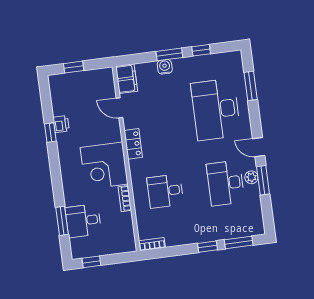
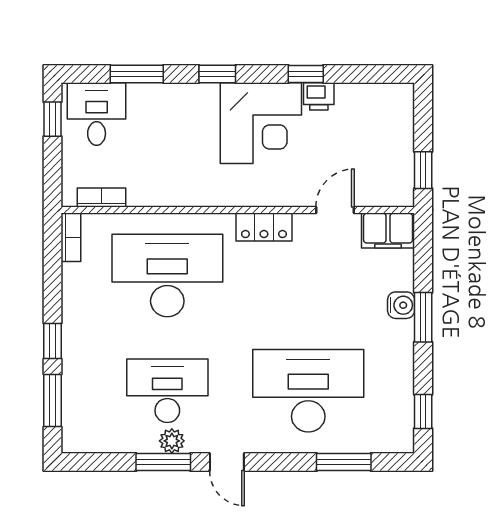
window: (201, 50) -> (423, 412), moved
window: (74, 67) -> (423, 170), moved
door: (259, 147) -> (227, 462), swing flipped
corner desk: (104, 166) -> (261, 123), moved, turned 180
window: (56, 179) -> (217, 74), added
desk: (165, 191) -> (167, 275), width x1.87, depth x1.30
bookcase: (125, 199) -> (101, 198), moved
desk: (83, 221) -> (97, 114), moved

